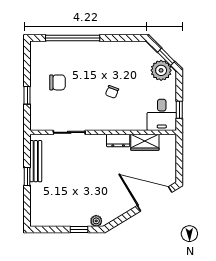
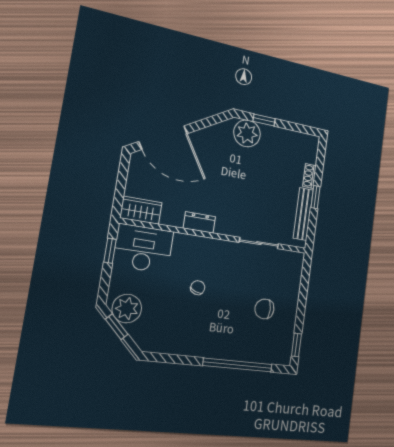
window: (27, 95) -> (296, 345), moved
desk: (162, 115) -> (143, 248), width x1.37
wardrobe: (145, 142) -> (141, 210), moved
shoe rack: (35, 193) -> (309, 176), added
plant: (96, 221) -> (247, 133), width x1.88, depth x1.88

